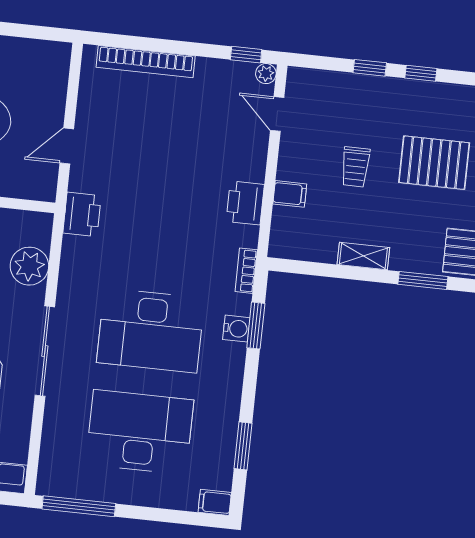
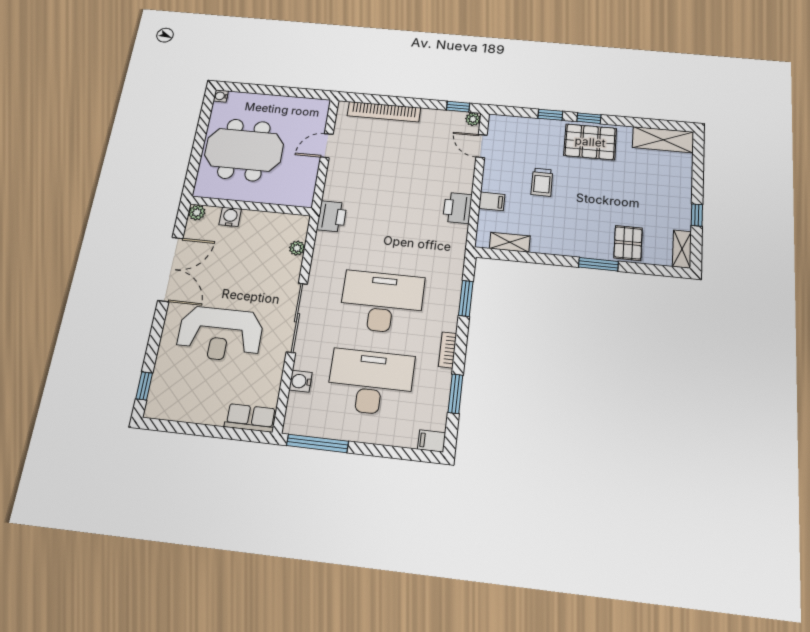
door: (67, 146) -> (327, 146), moved
pallet: (434, 163) -> (590, 142), moved
shelving: (363, 256) -> (510, 242), moved
plant: (29, 266) -> (297, 248), width x0.53, depth x0.53
bookcase: (246, 271) -> (448, 350), moved
water cooler: (236, 329) -> (301, 381), moved, turned 180
desk: (151, 330) -> (382, 302), turned 180

